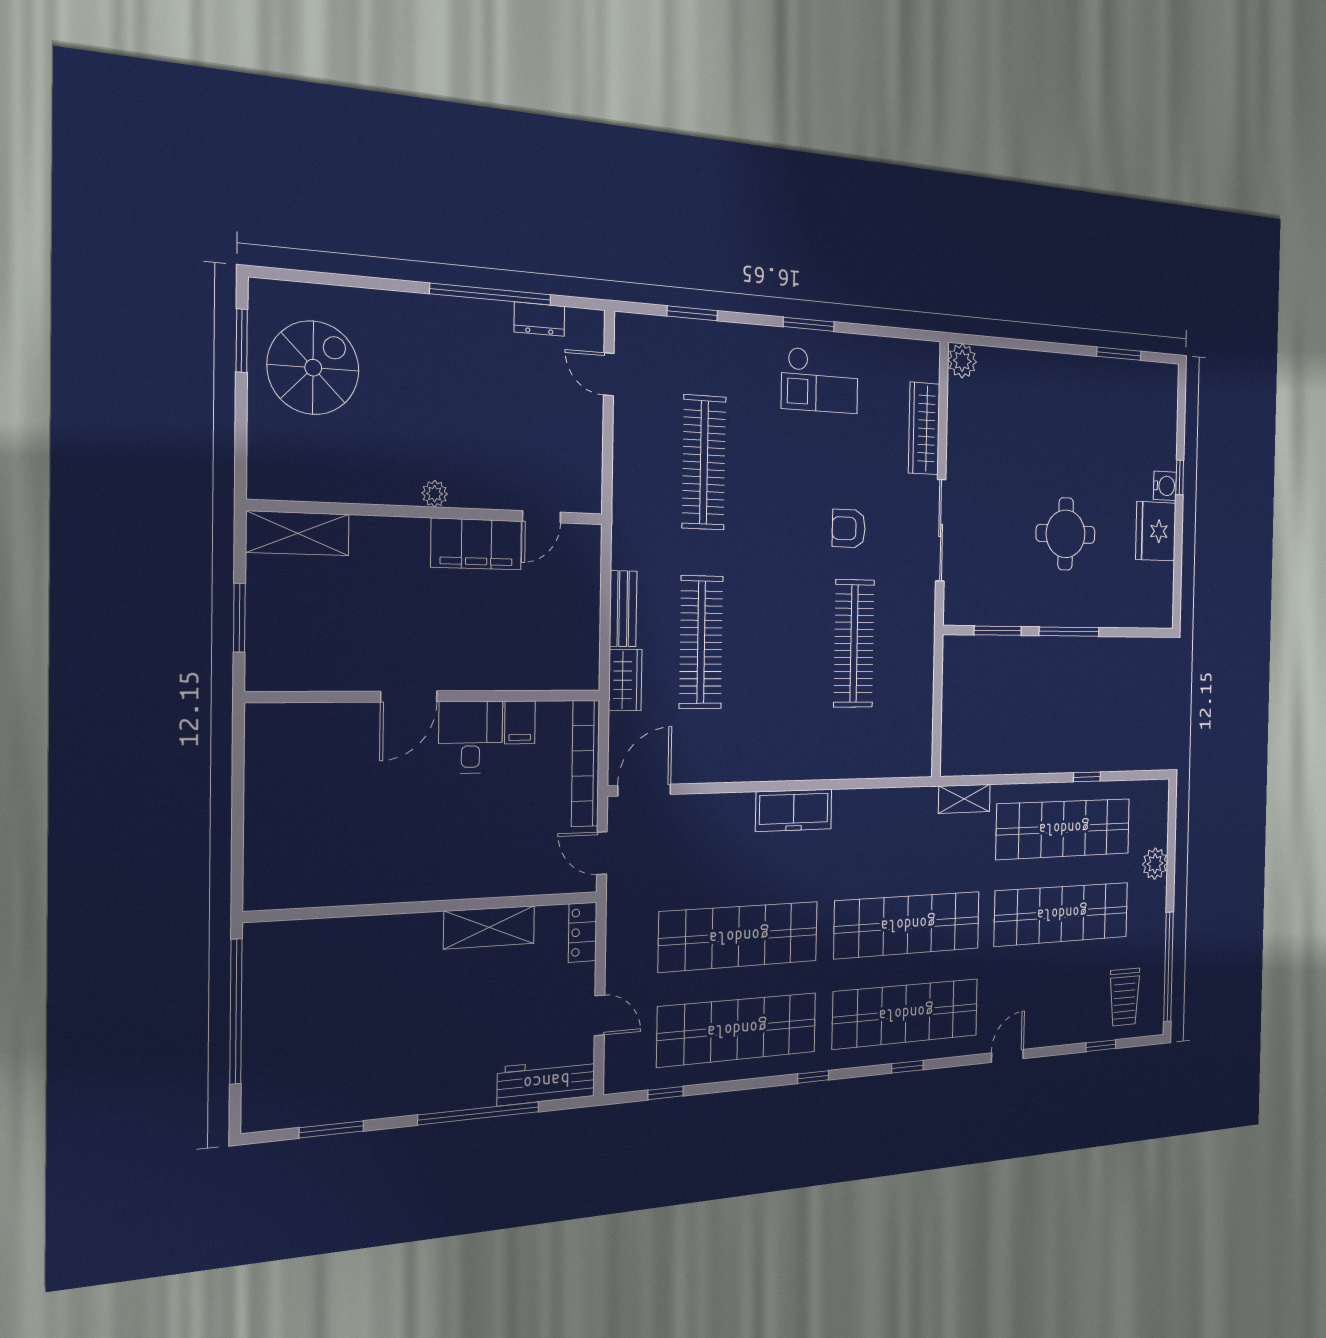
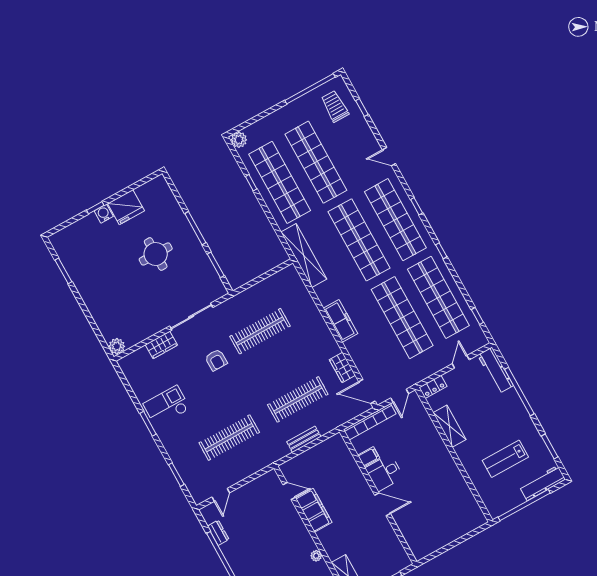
checkout: (820, 380) -> (167, 406), turned -90
wardrobe: (924, 428) -> (161, 345), width x0.67
plant: (435, 494) -> (316, 556), moved
wardrobe: (625, 680) -> (342, 368), moved, turned -90
shelving: (964, 799) -> (304, 256), width x2.20, depth x1.33
plant: (1155, 864) -> (239, 140), moved
trolley: (1125, 997) -> (335, 106), turned -90
lab bench: (359, 1017) -> (505, 459), added
workbench: (262, 1077) -> (542, 483), added

